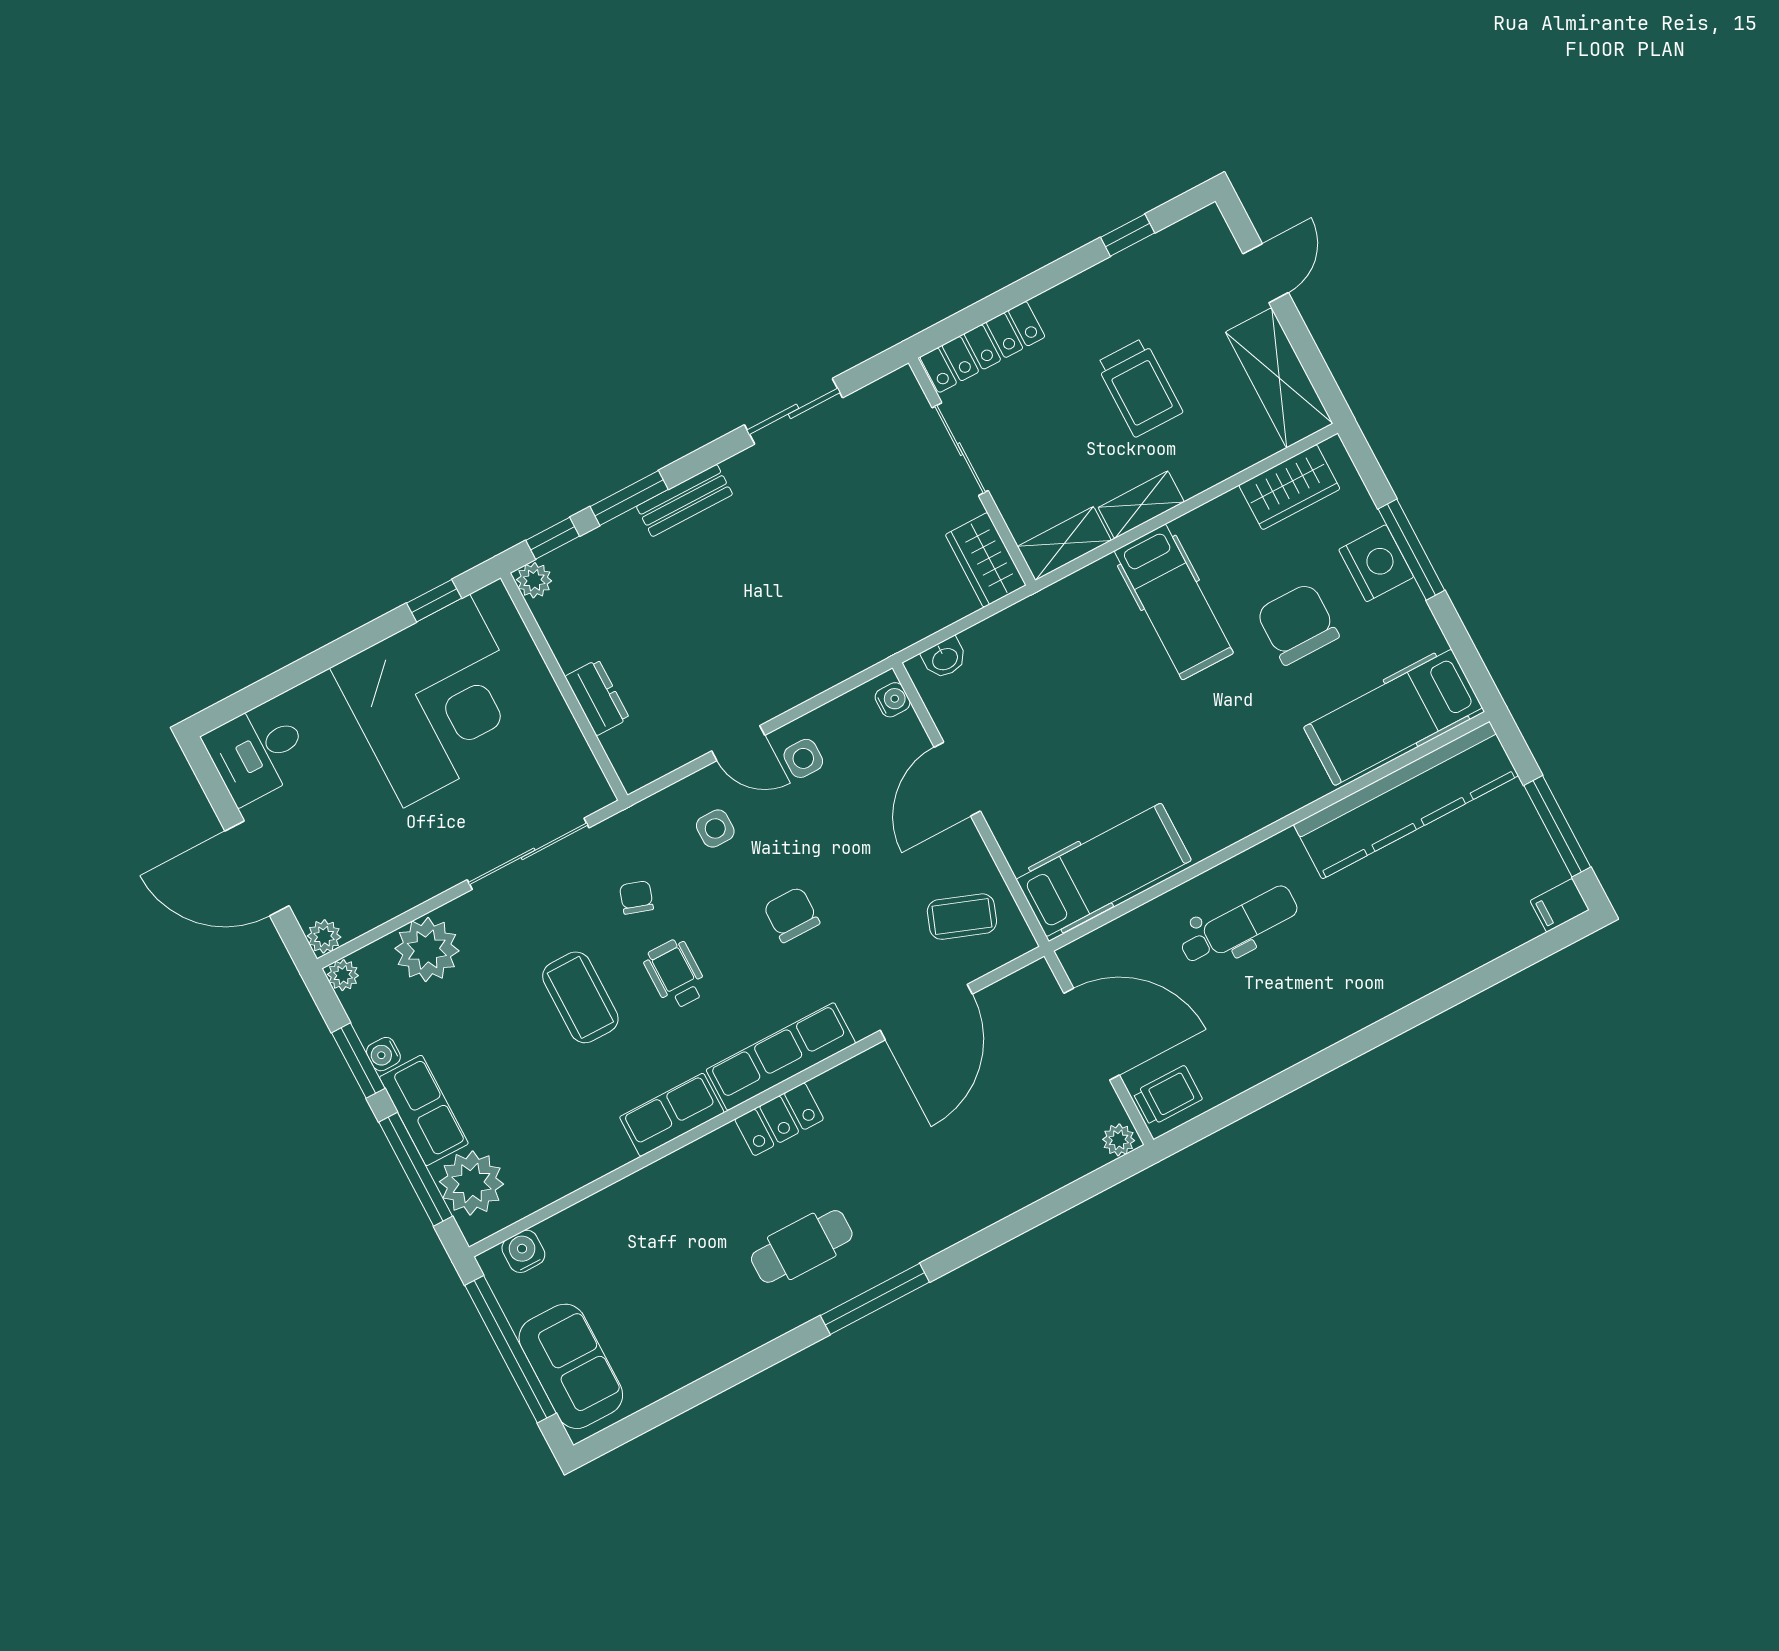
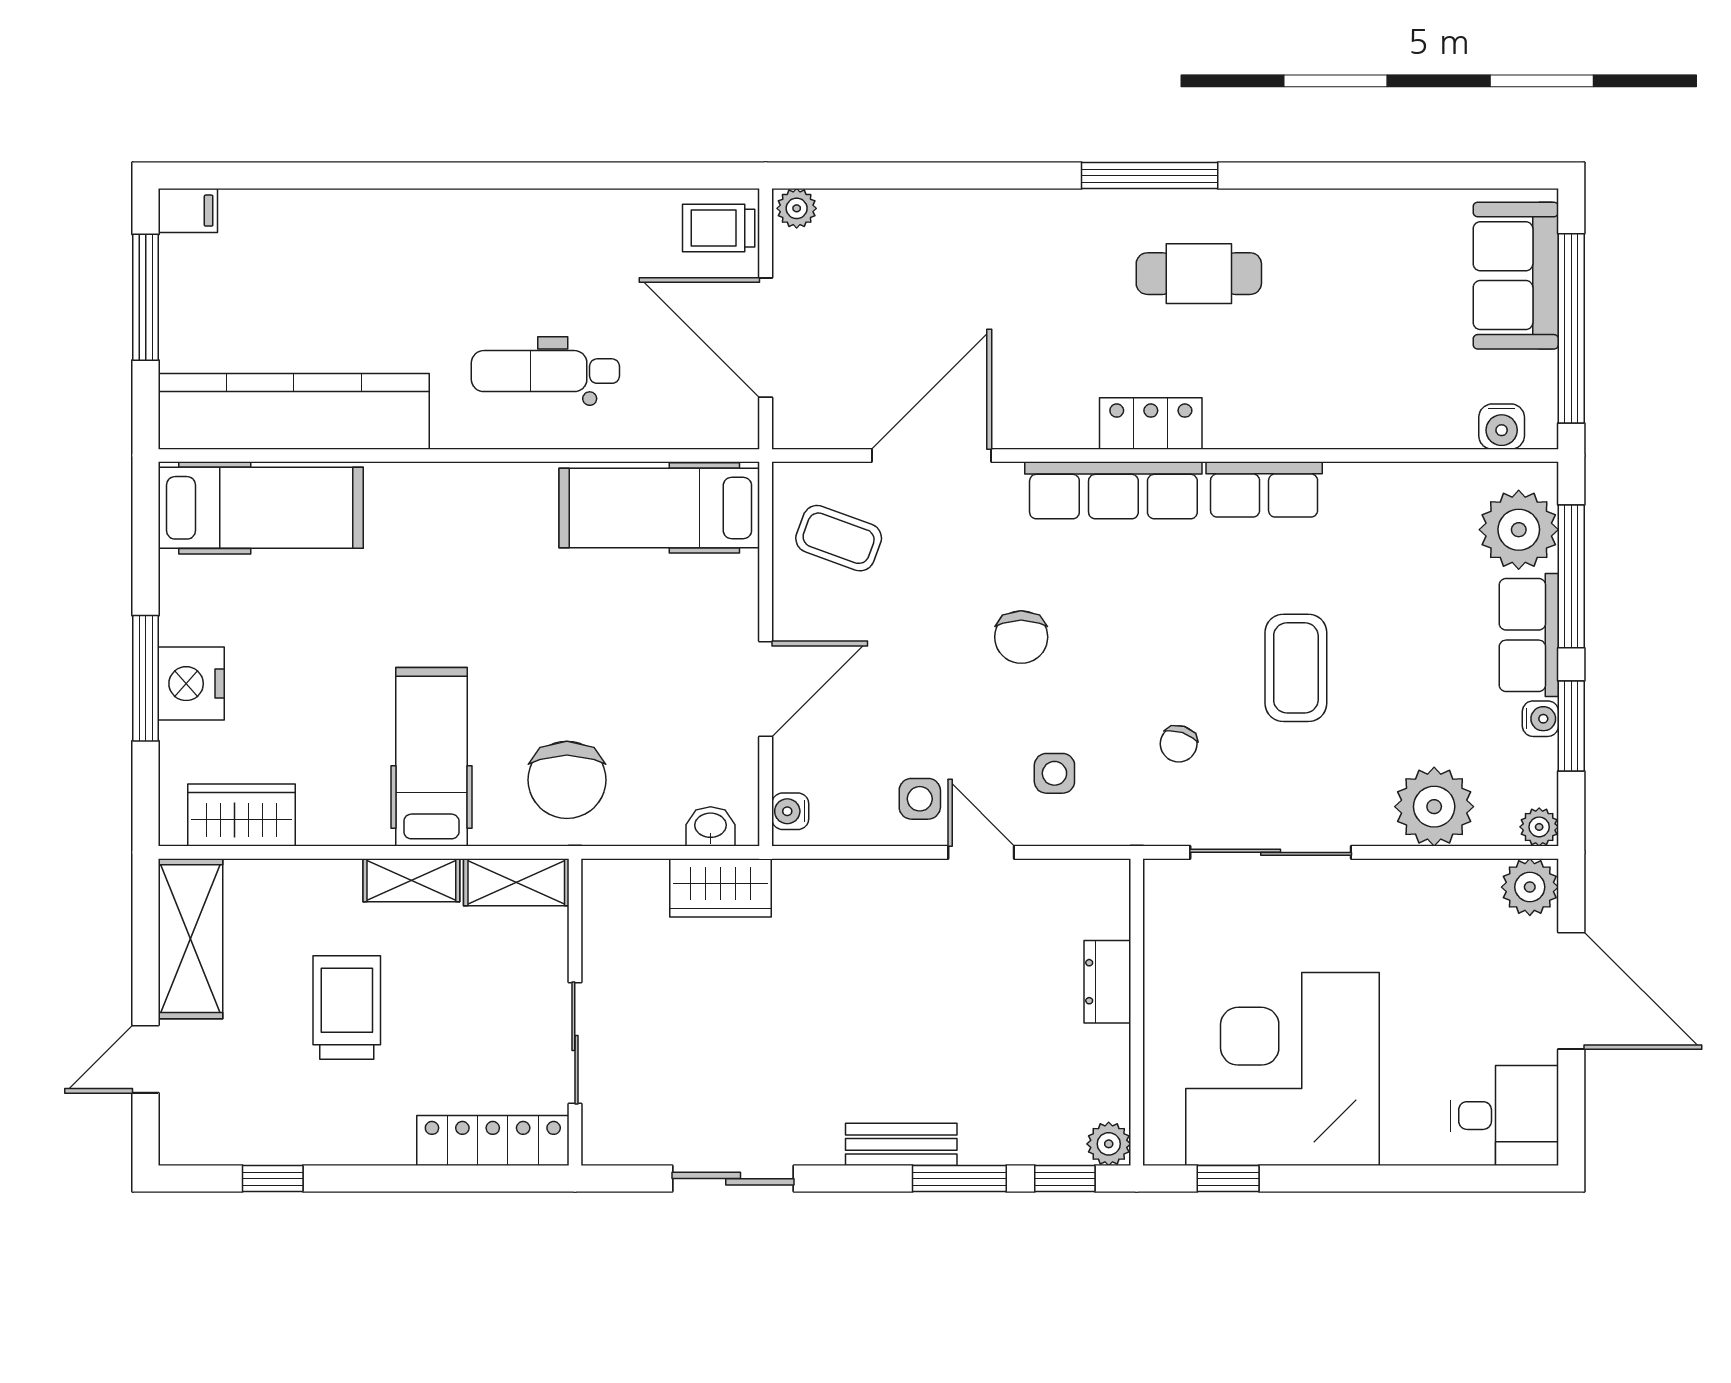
wardrobe: (986, 560) -> (720, 888), moved, turned 90
chair: (1298, 624) -> (567, 780), moved
plant: (324, 936) -> (1530, 887), width x1.38, depth x1.38
wheelchair: (675, 974) -> (1180, 639), removed

